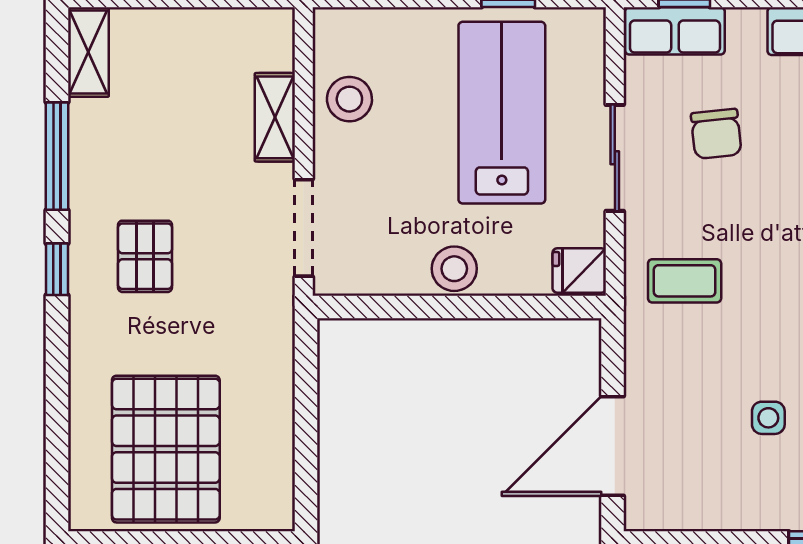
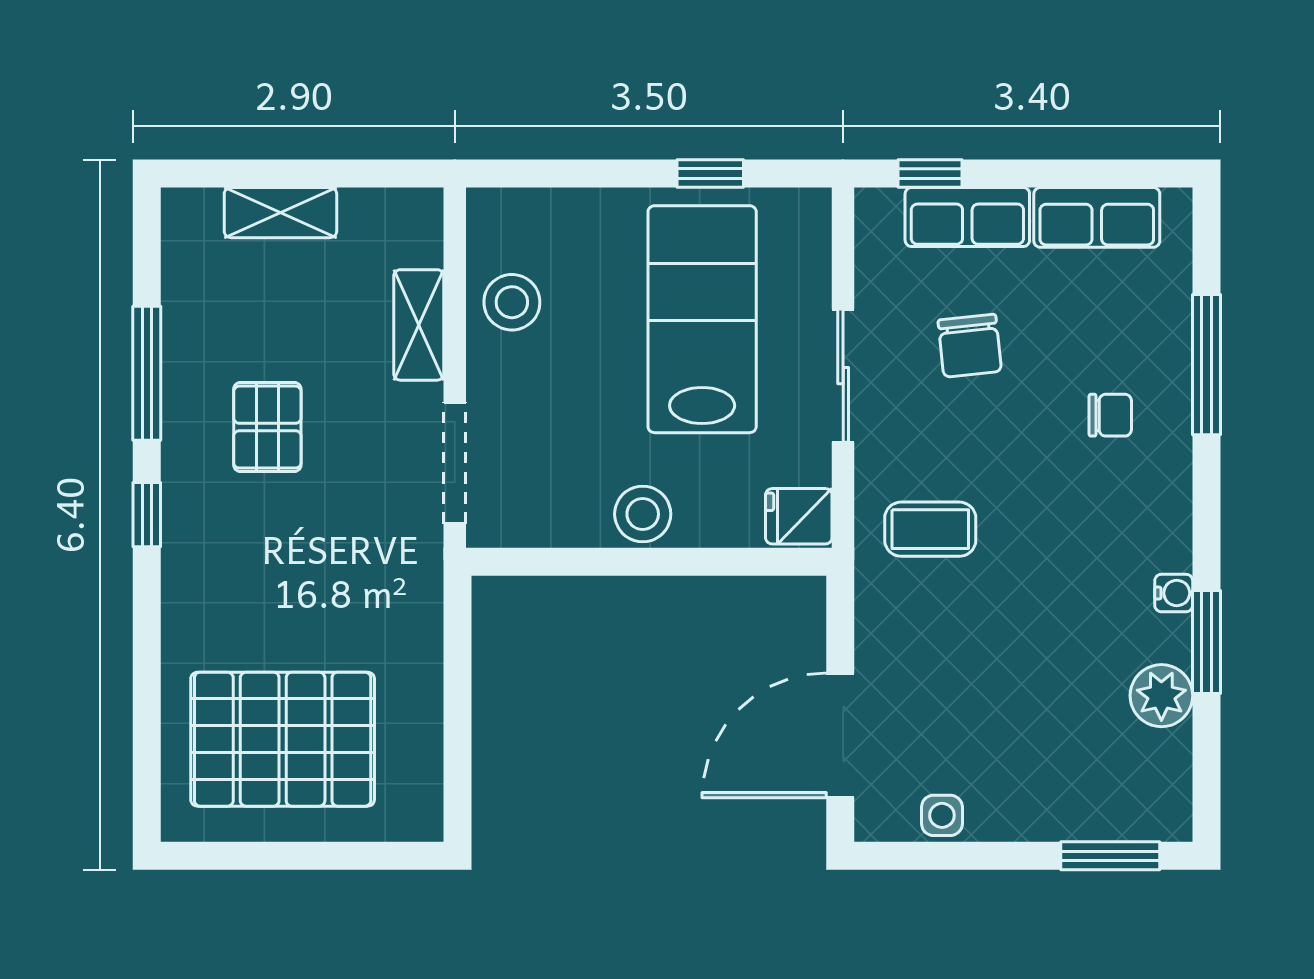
row of seats: (675, 31) -> (967, 217), moved
shelving: (88, 52) -> (280, 213), moved, turned 90
pallet: (145, 256) -> (267, 427), moved
side table: (768, 418) -> (942, 815), moved
pallet: (166, 449) -> (283, 739), turned 90

